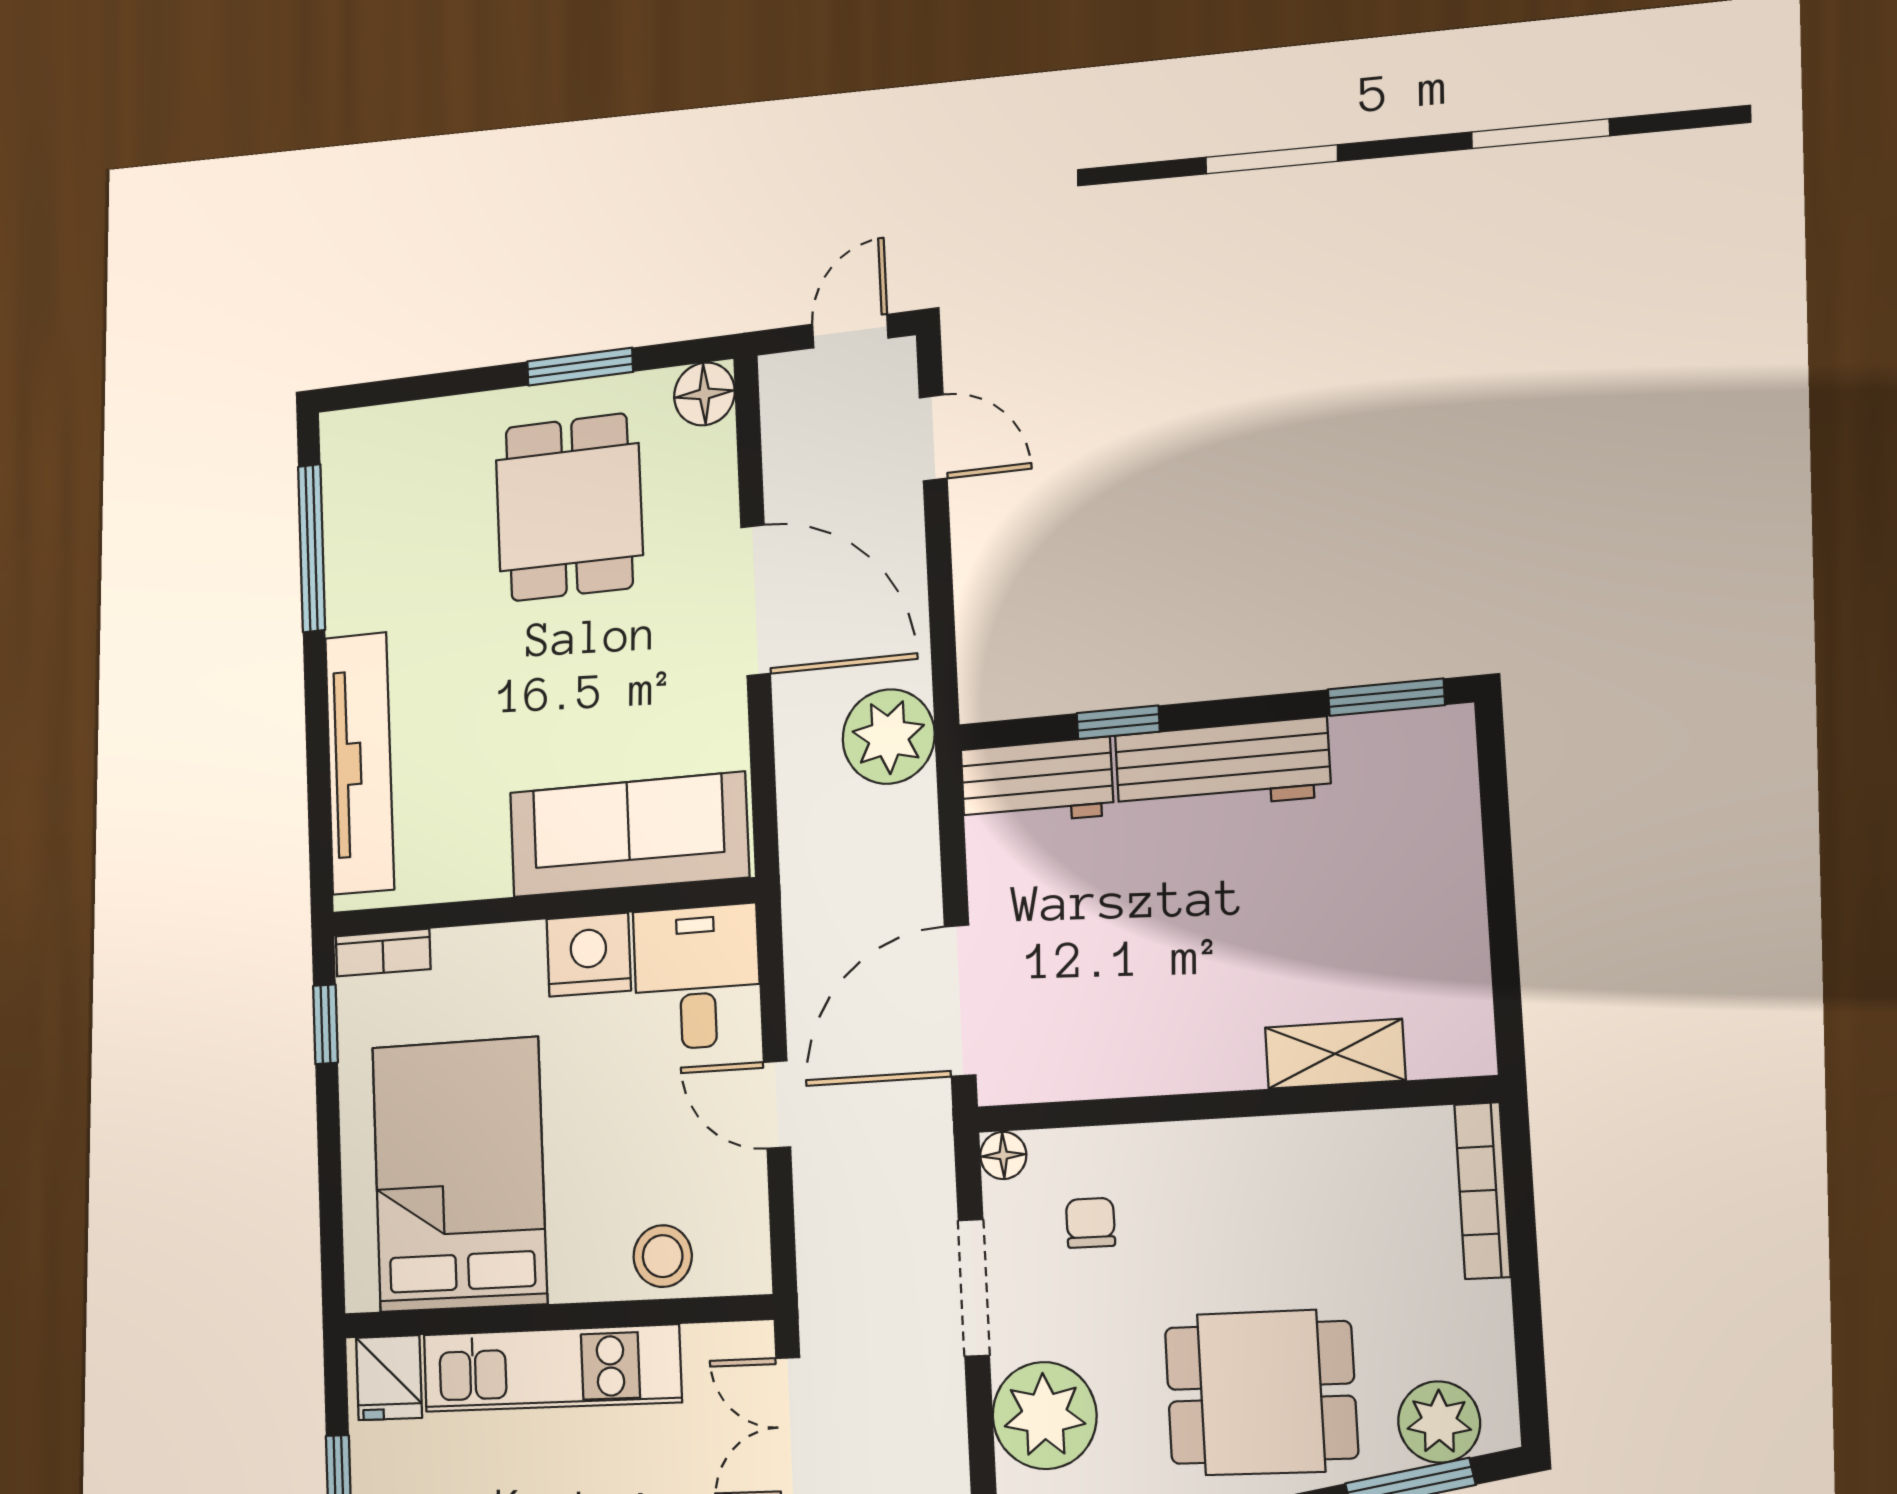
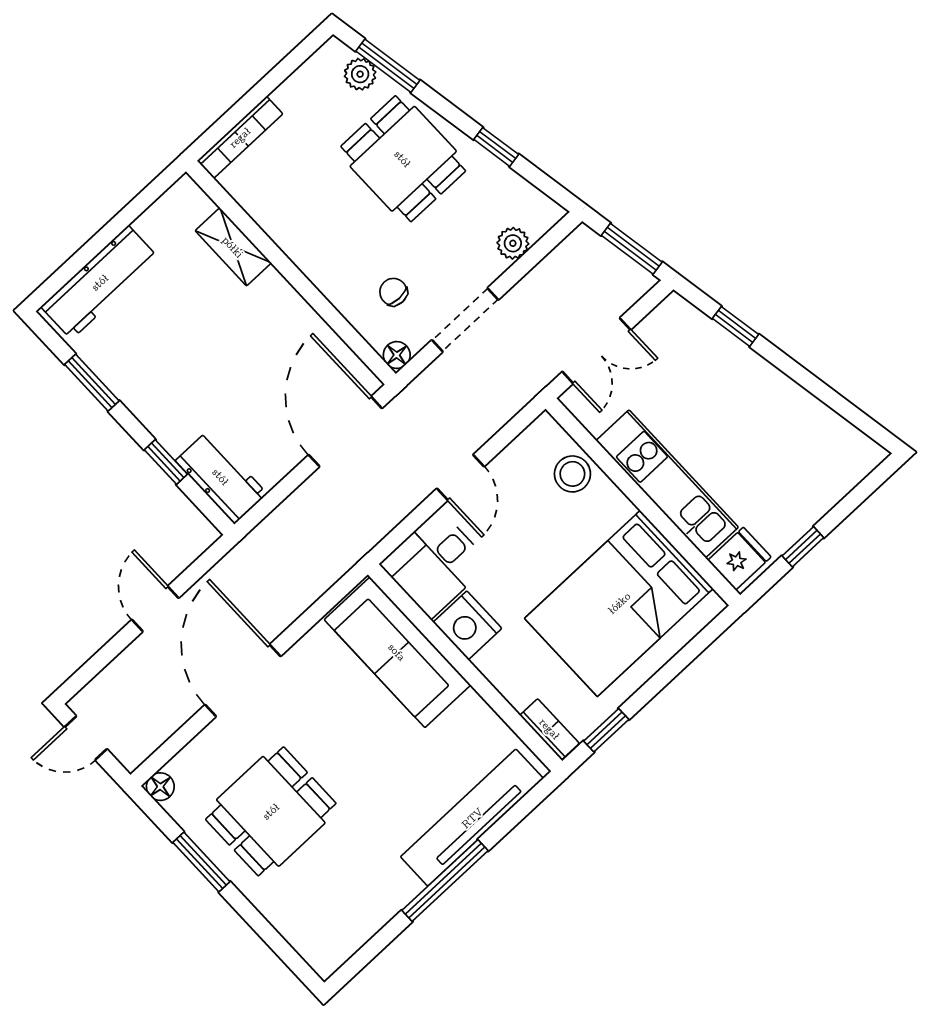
floor lamp: (704, 394) -> (160, 787), width x0.73, depth x0.73
door: (933, 438) -> (155, 609), moved
window: (312, 548) -> (445, 881), moved
window: (1386, 697) -> (92, 383), moved
plant: (889, 737) -> (255, 564), removed
workbench: (1222, 766) -> (100, 282), moved, turned 90
door: (960, 1001) -> (345, 432), swing flipped
chair: (1091, 1223) -> (393, 292), turned 90
plant: (1045, 1416) -> (513, 243), width x0.53, depth x0.53
plant: (1439, 1422) -> (360, 74), width x0.73, depth x0.73

